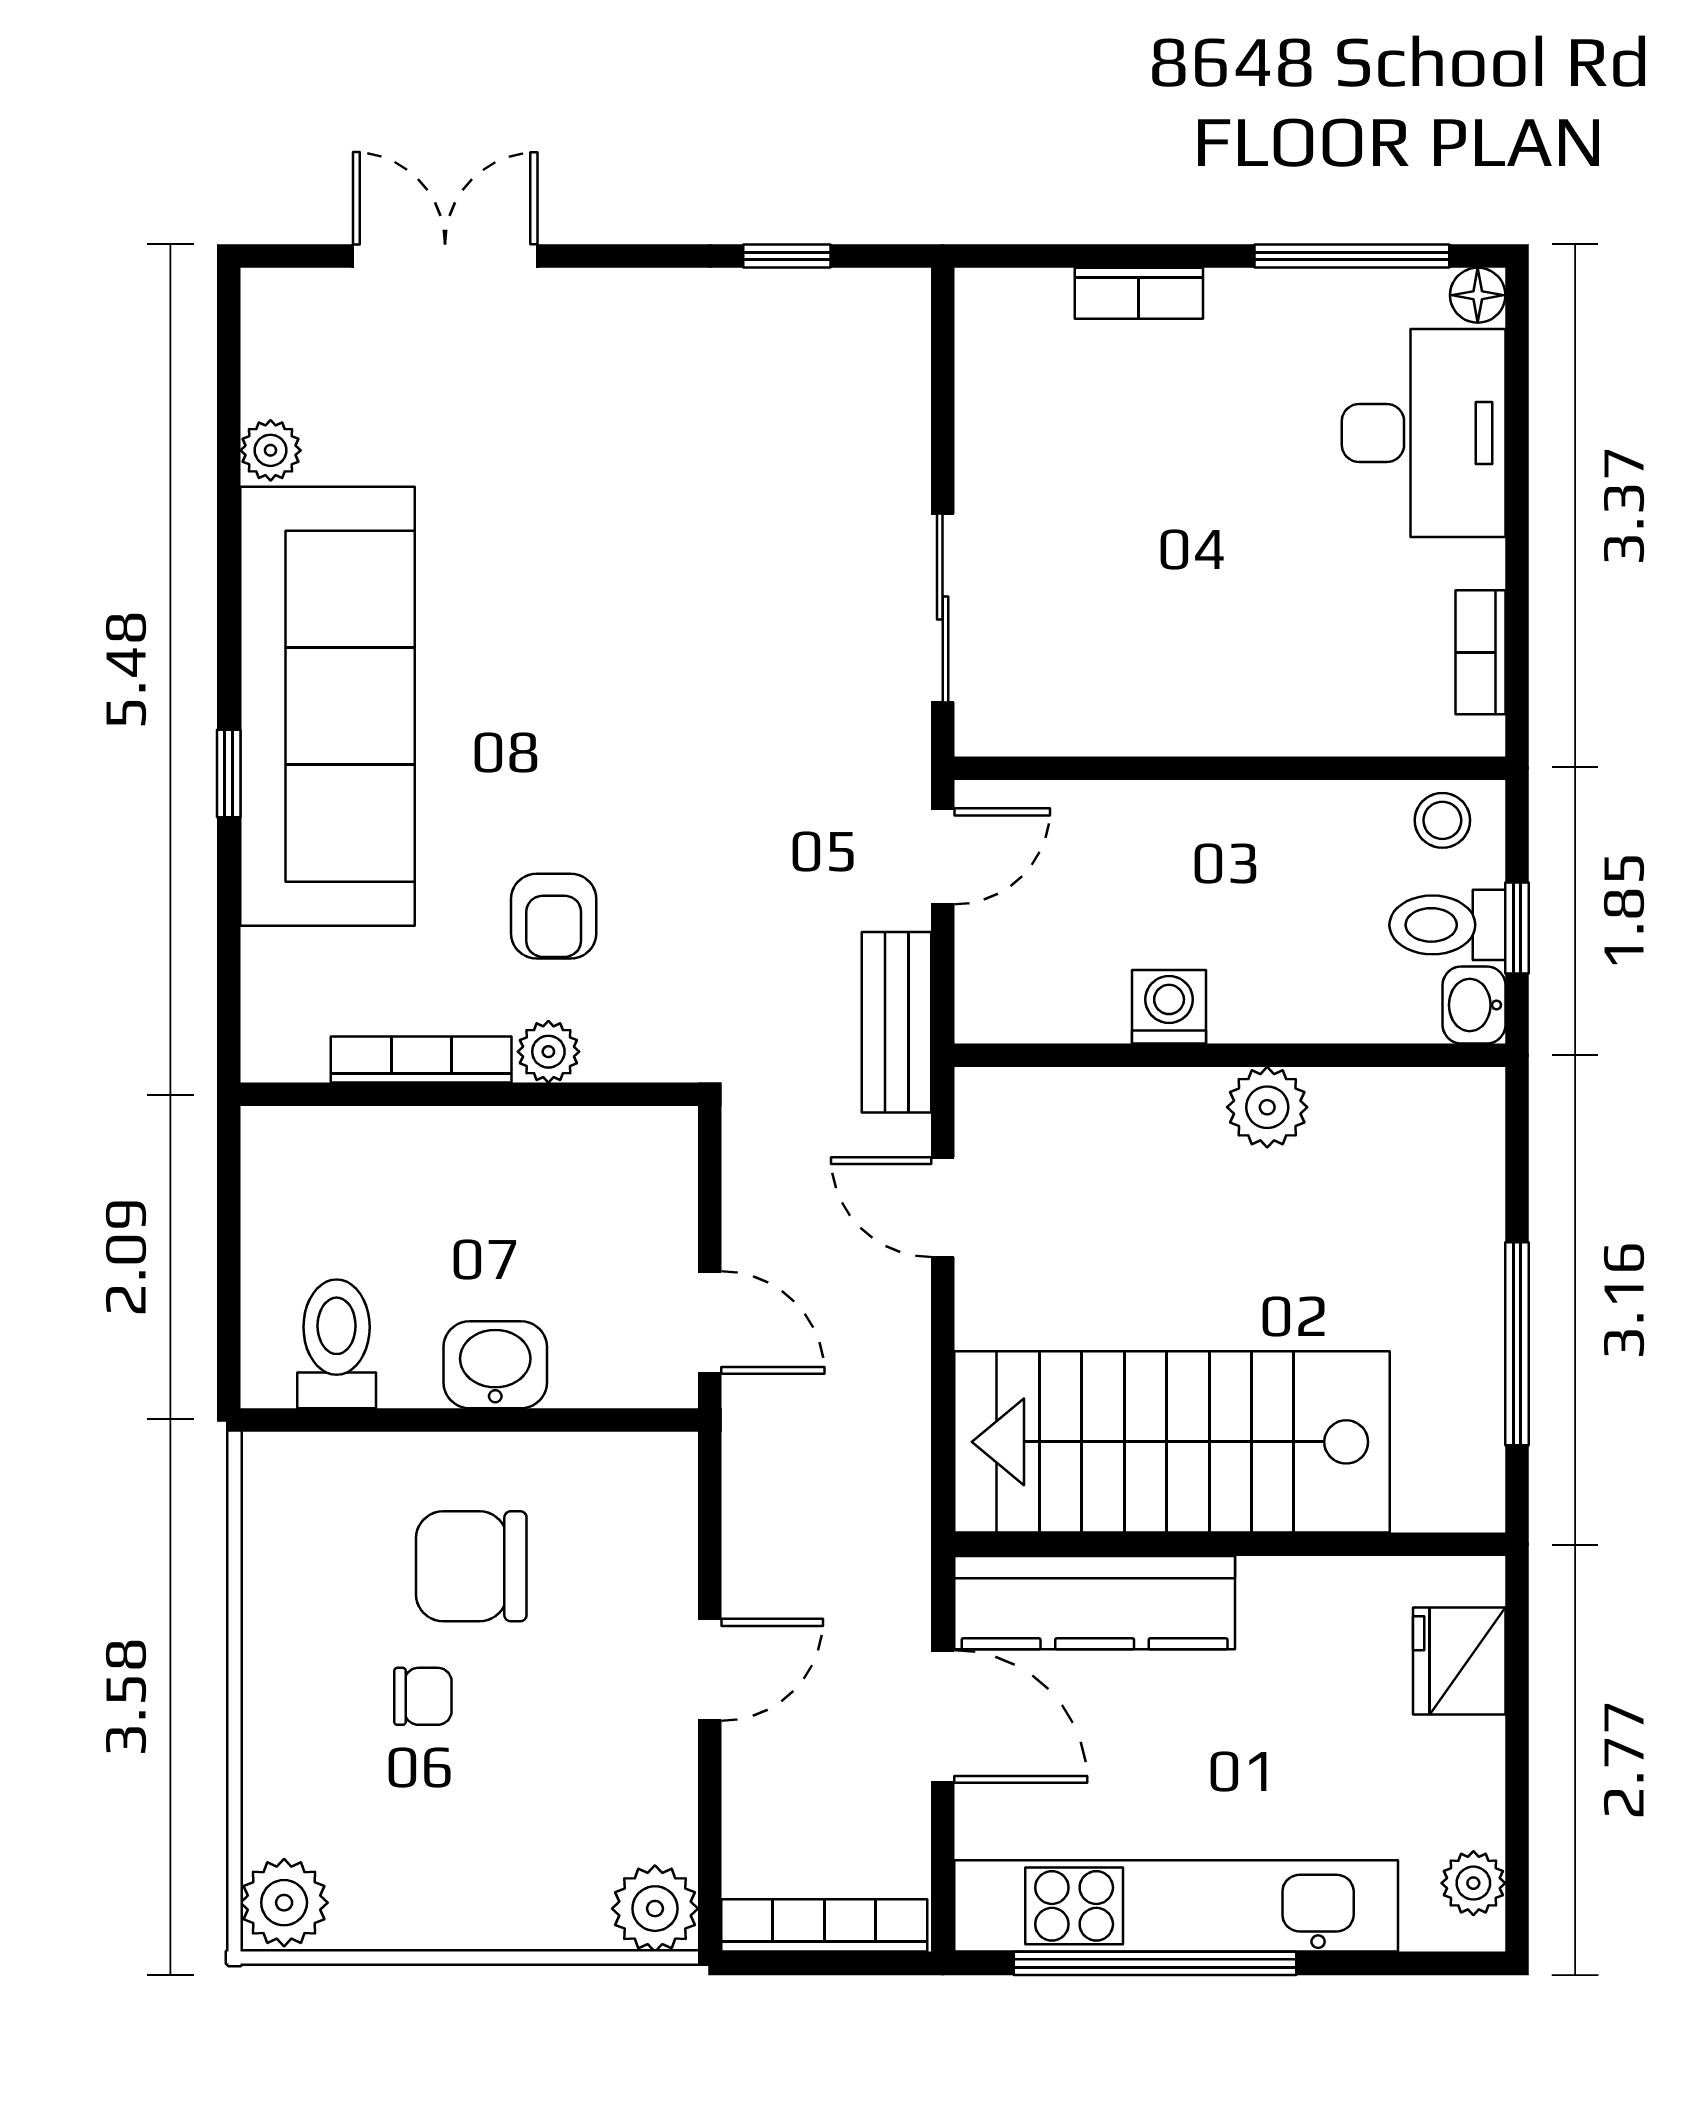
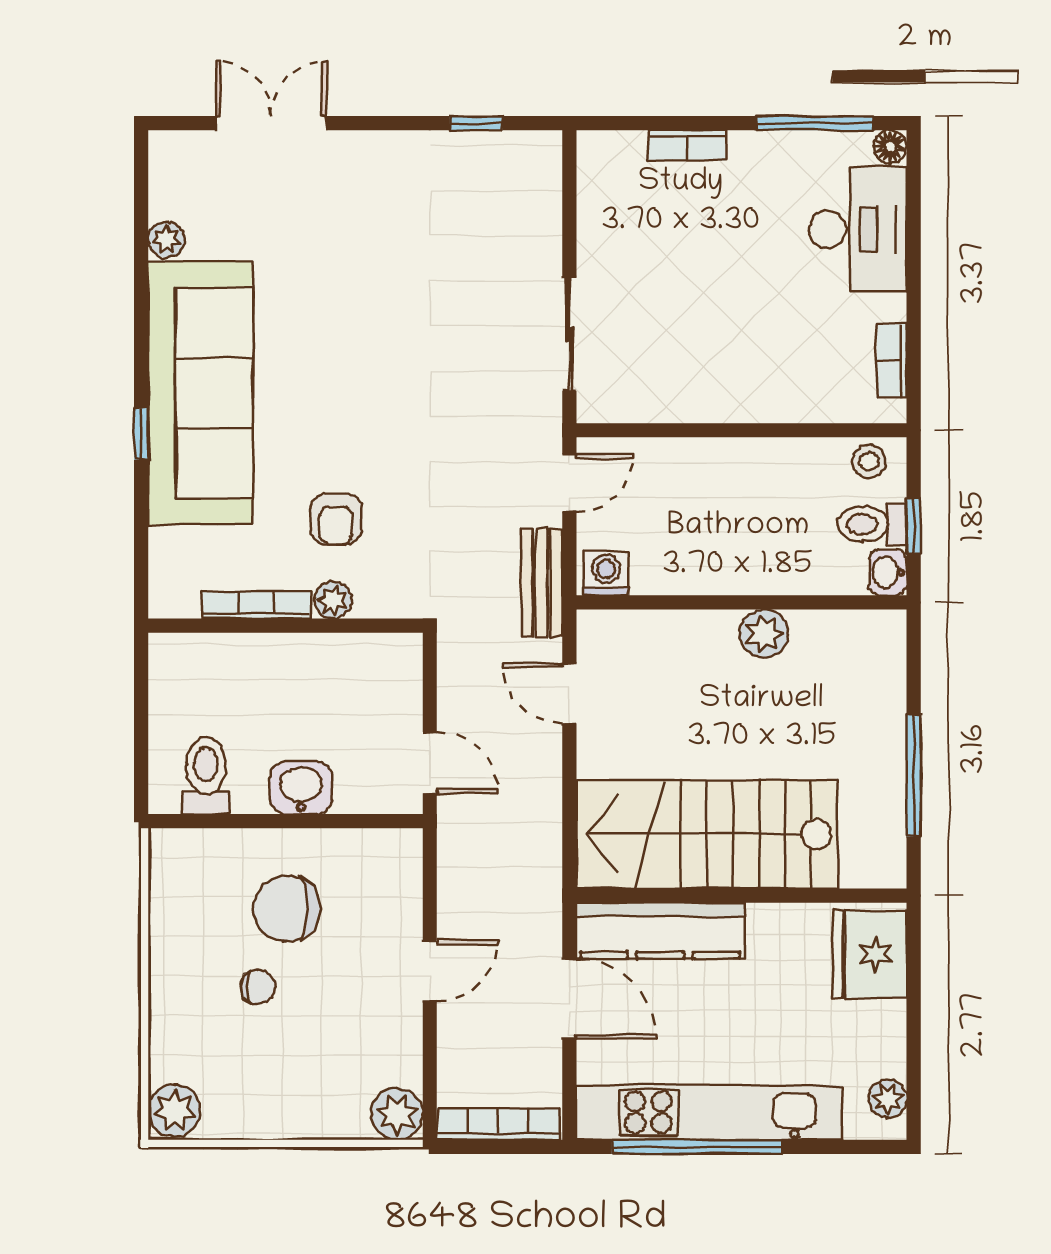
washing machine: (1169, 1007) -> (606, 573), moved
fridge: (1459, 1661) -> (870, 954), width x1.36, depth x1.34

